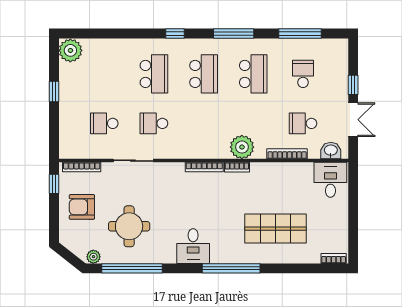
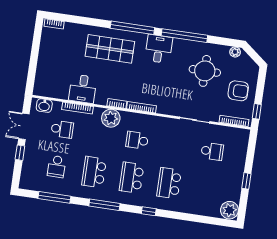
school desk: (154, 123) -> (137, 140), moved, turned 180
desk: (330, 180) -> (83, 89), moved
shop shelf: (275, 229) -> (110, 49), moved
window: (132, 268) -> (184, 36), moved

